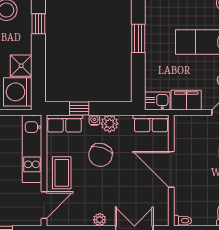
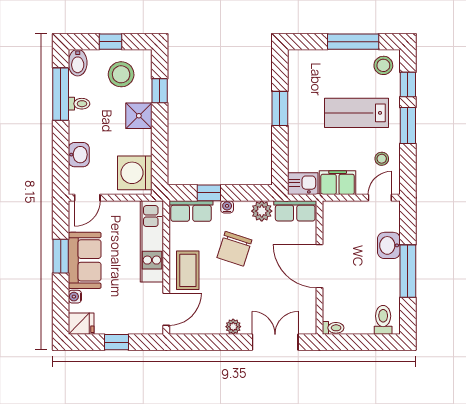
shower: (21, 66) -> (139, 116), moved
plant: (110, 124) -> (262, 211), moved

